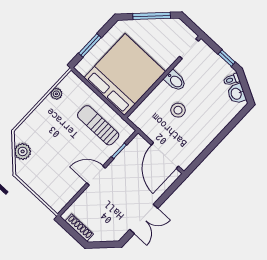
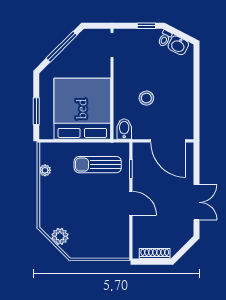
bidet: (175, 81) -> (124, 129), moved, turned -90
door: (96, 175) -> (131, 203), swing flipped

